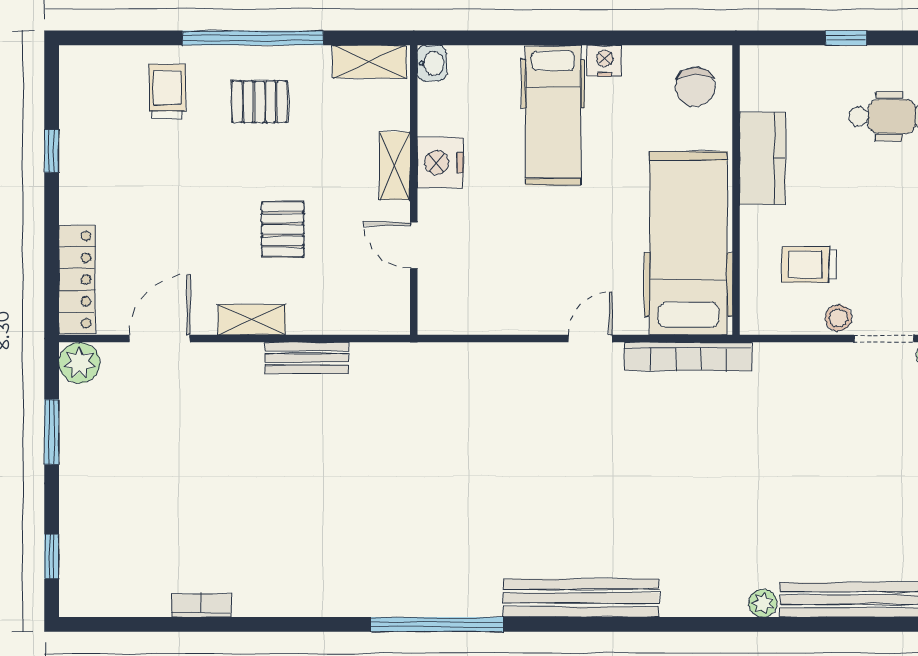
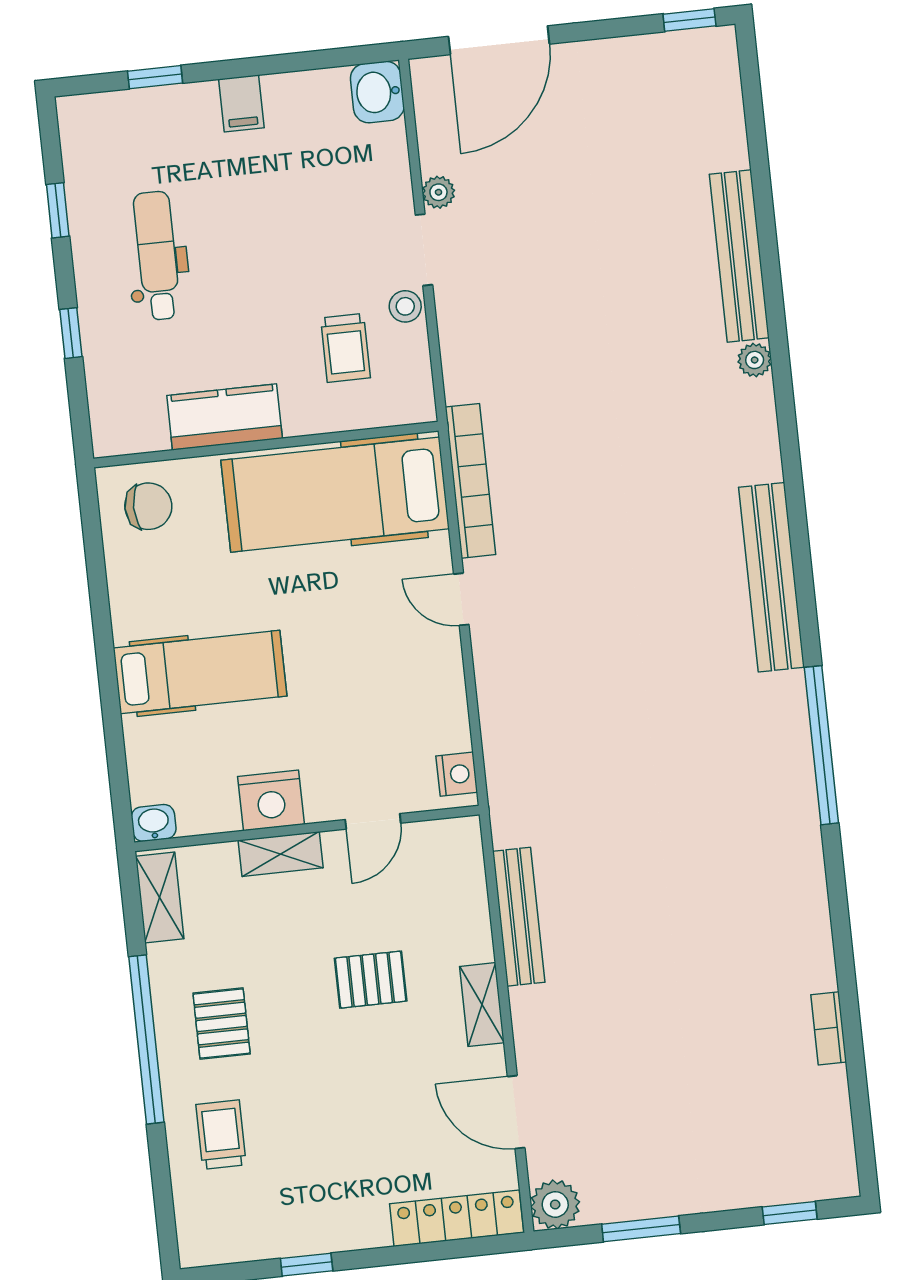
nightstand: (605, 61) -> (457, 774), moved, turned 180
trolley: (167, 91) -> (221, 1135), turned 90
bench: (307, 358) -> (519, 917), width x1.36

